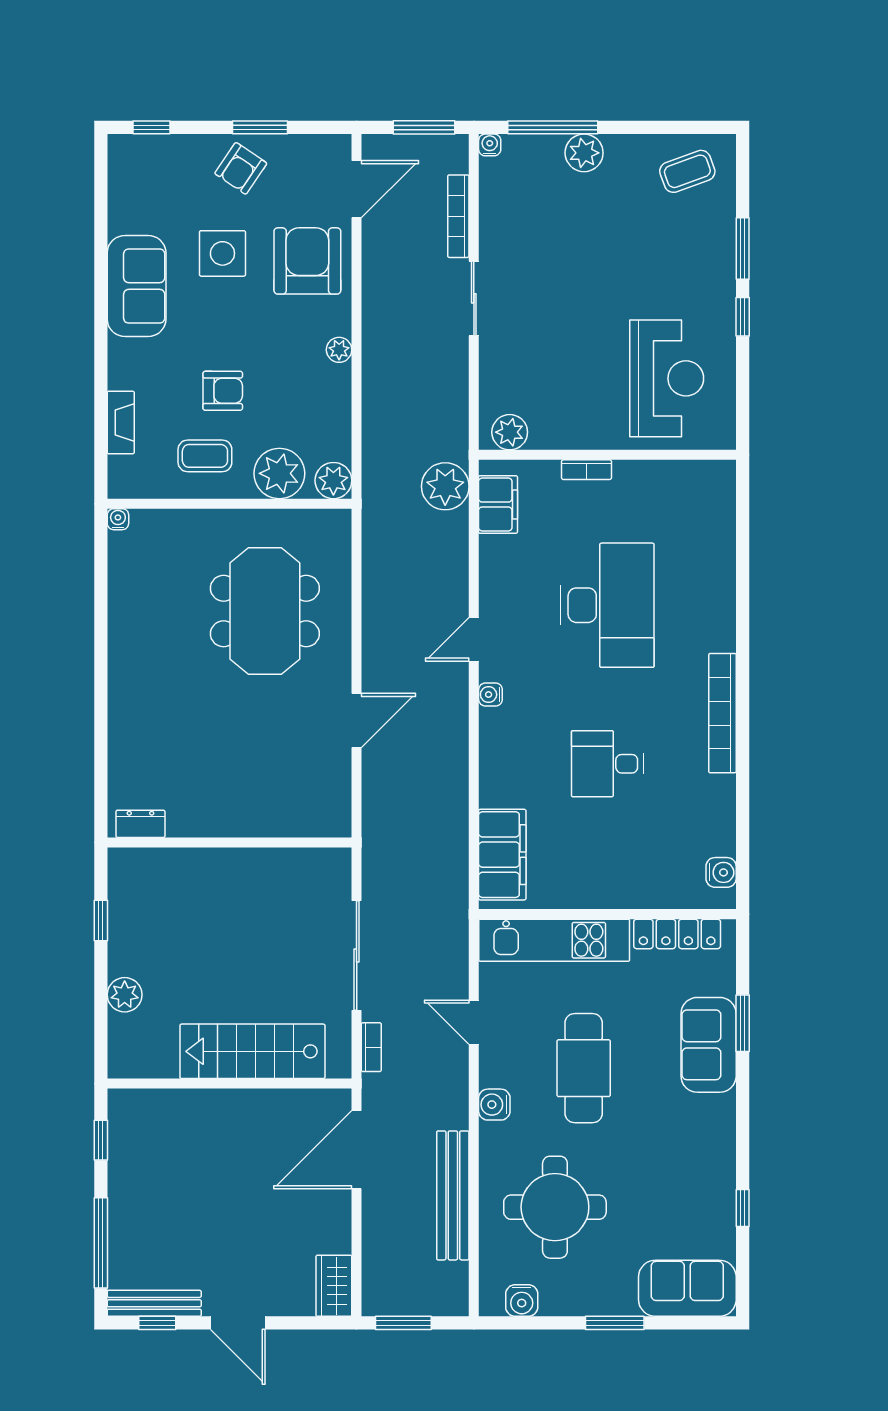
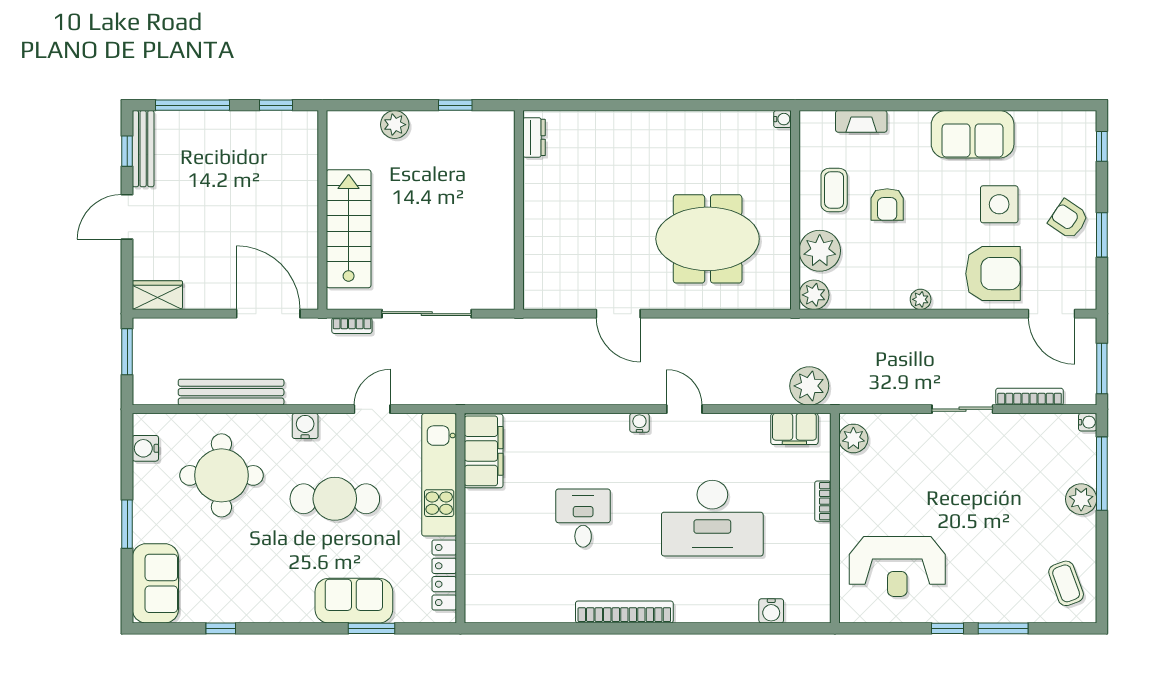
filing cabinet: (502, 855) -> (484, 451), moved, turned -90
water cooler: (721, 872) -> (771, 611), moved

